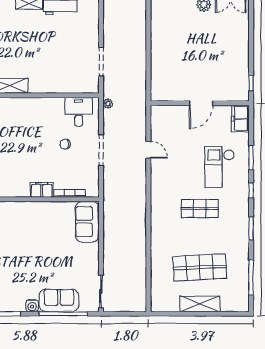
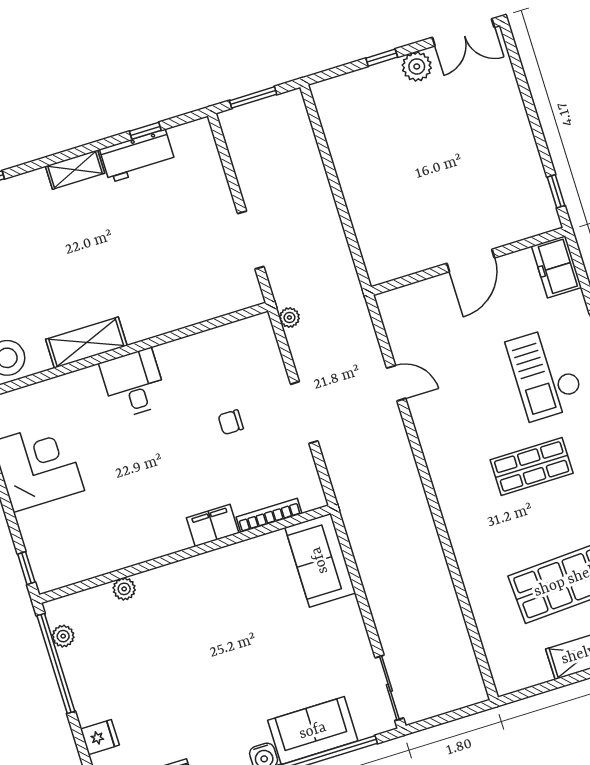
desk: (79, 112) -> (134, 383), moved

